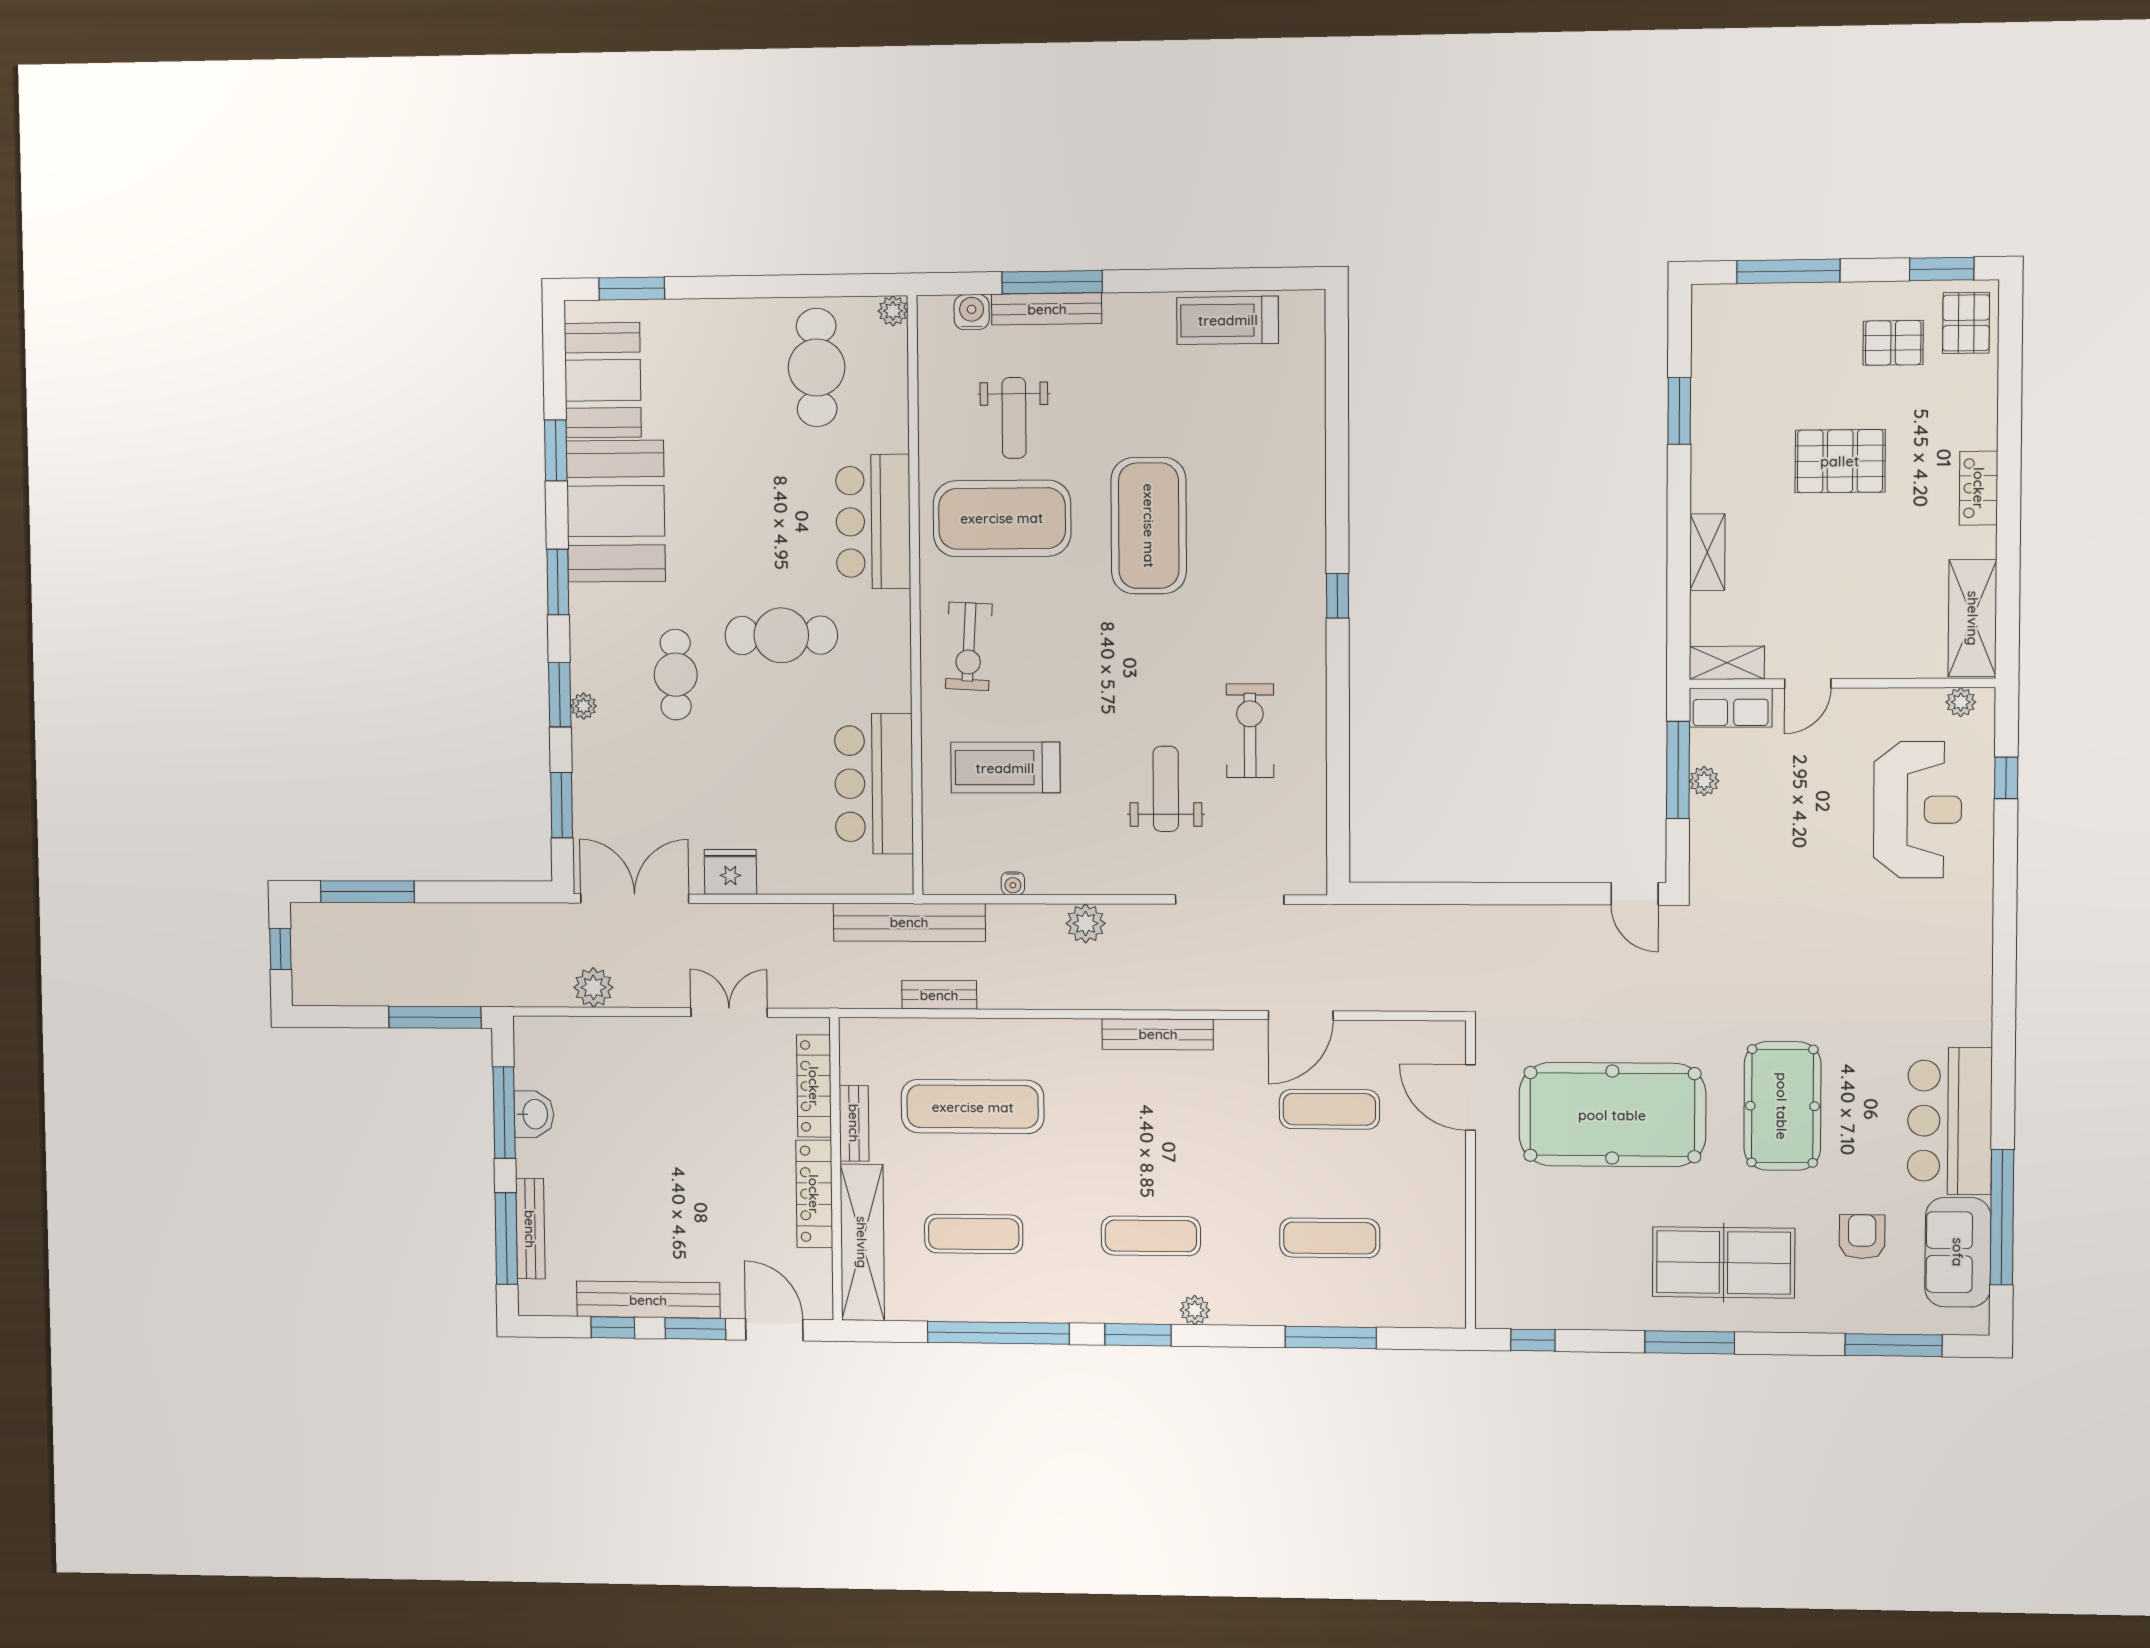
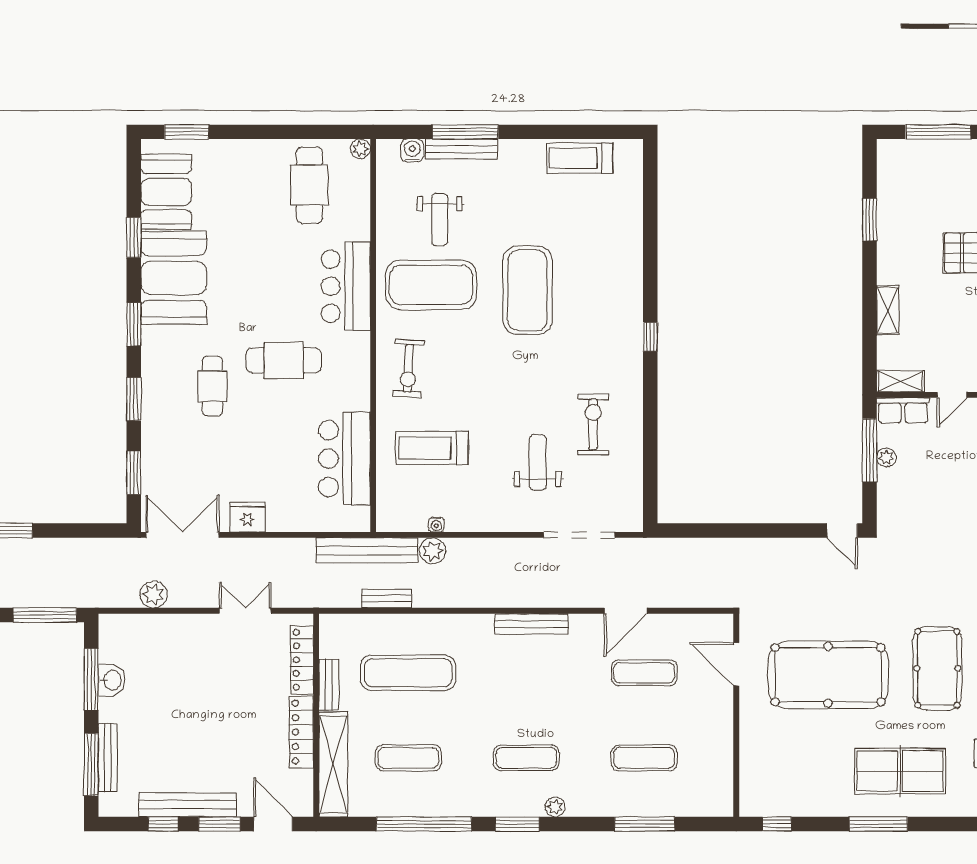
plant: (584, 706) -> (150, 407), removed
plant: (1086, 923) -> (433, 551), moved

